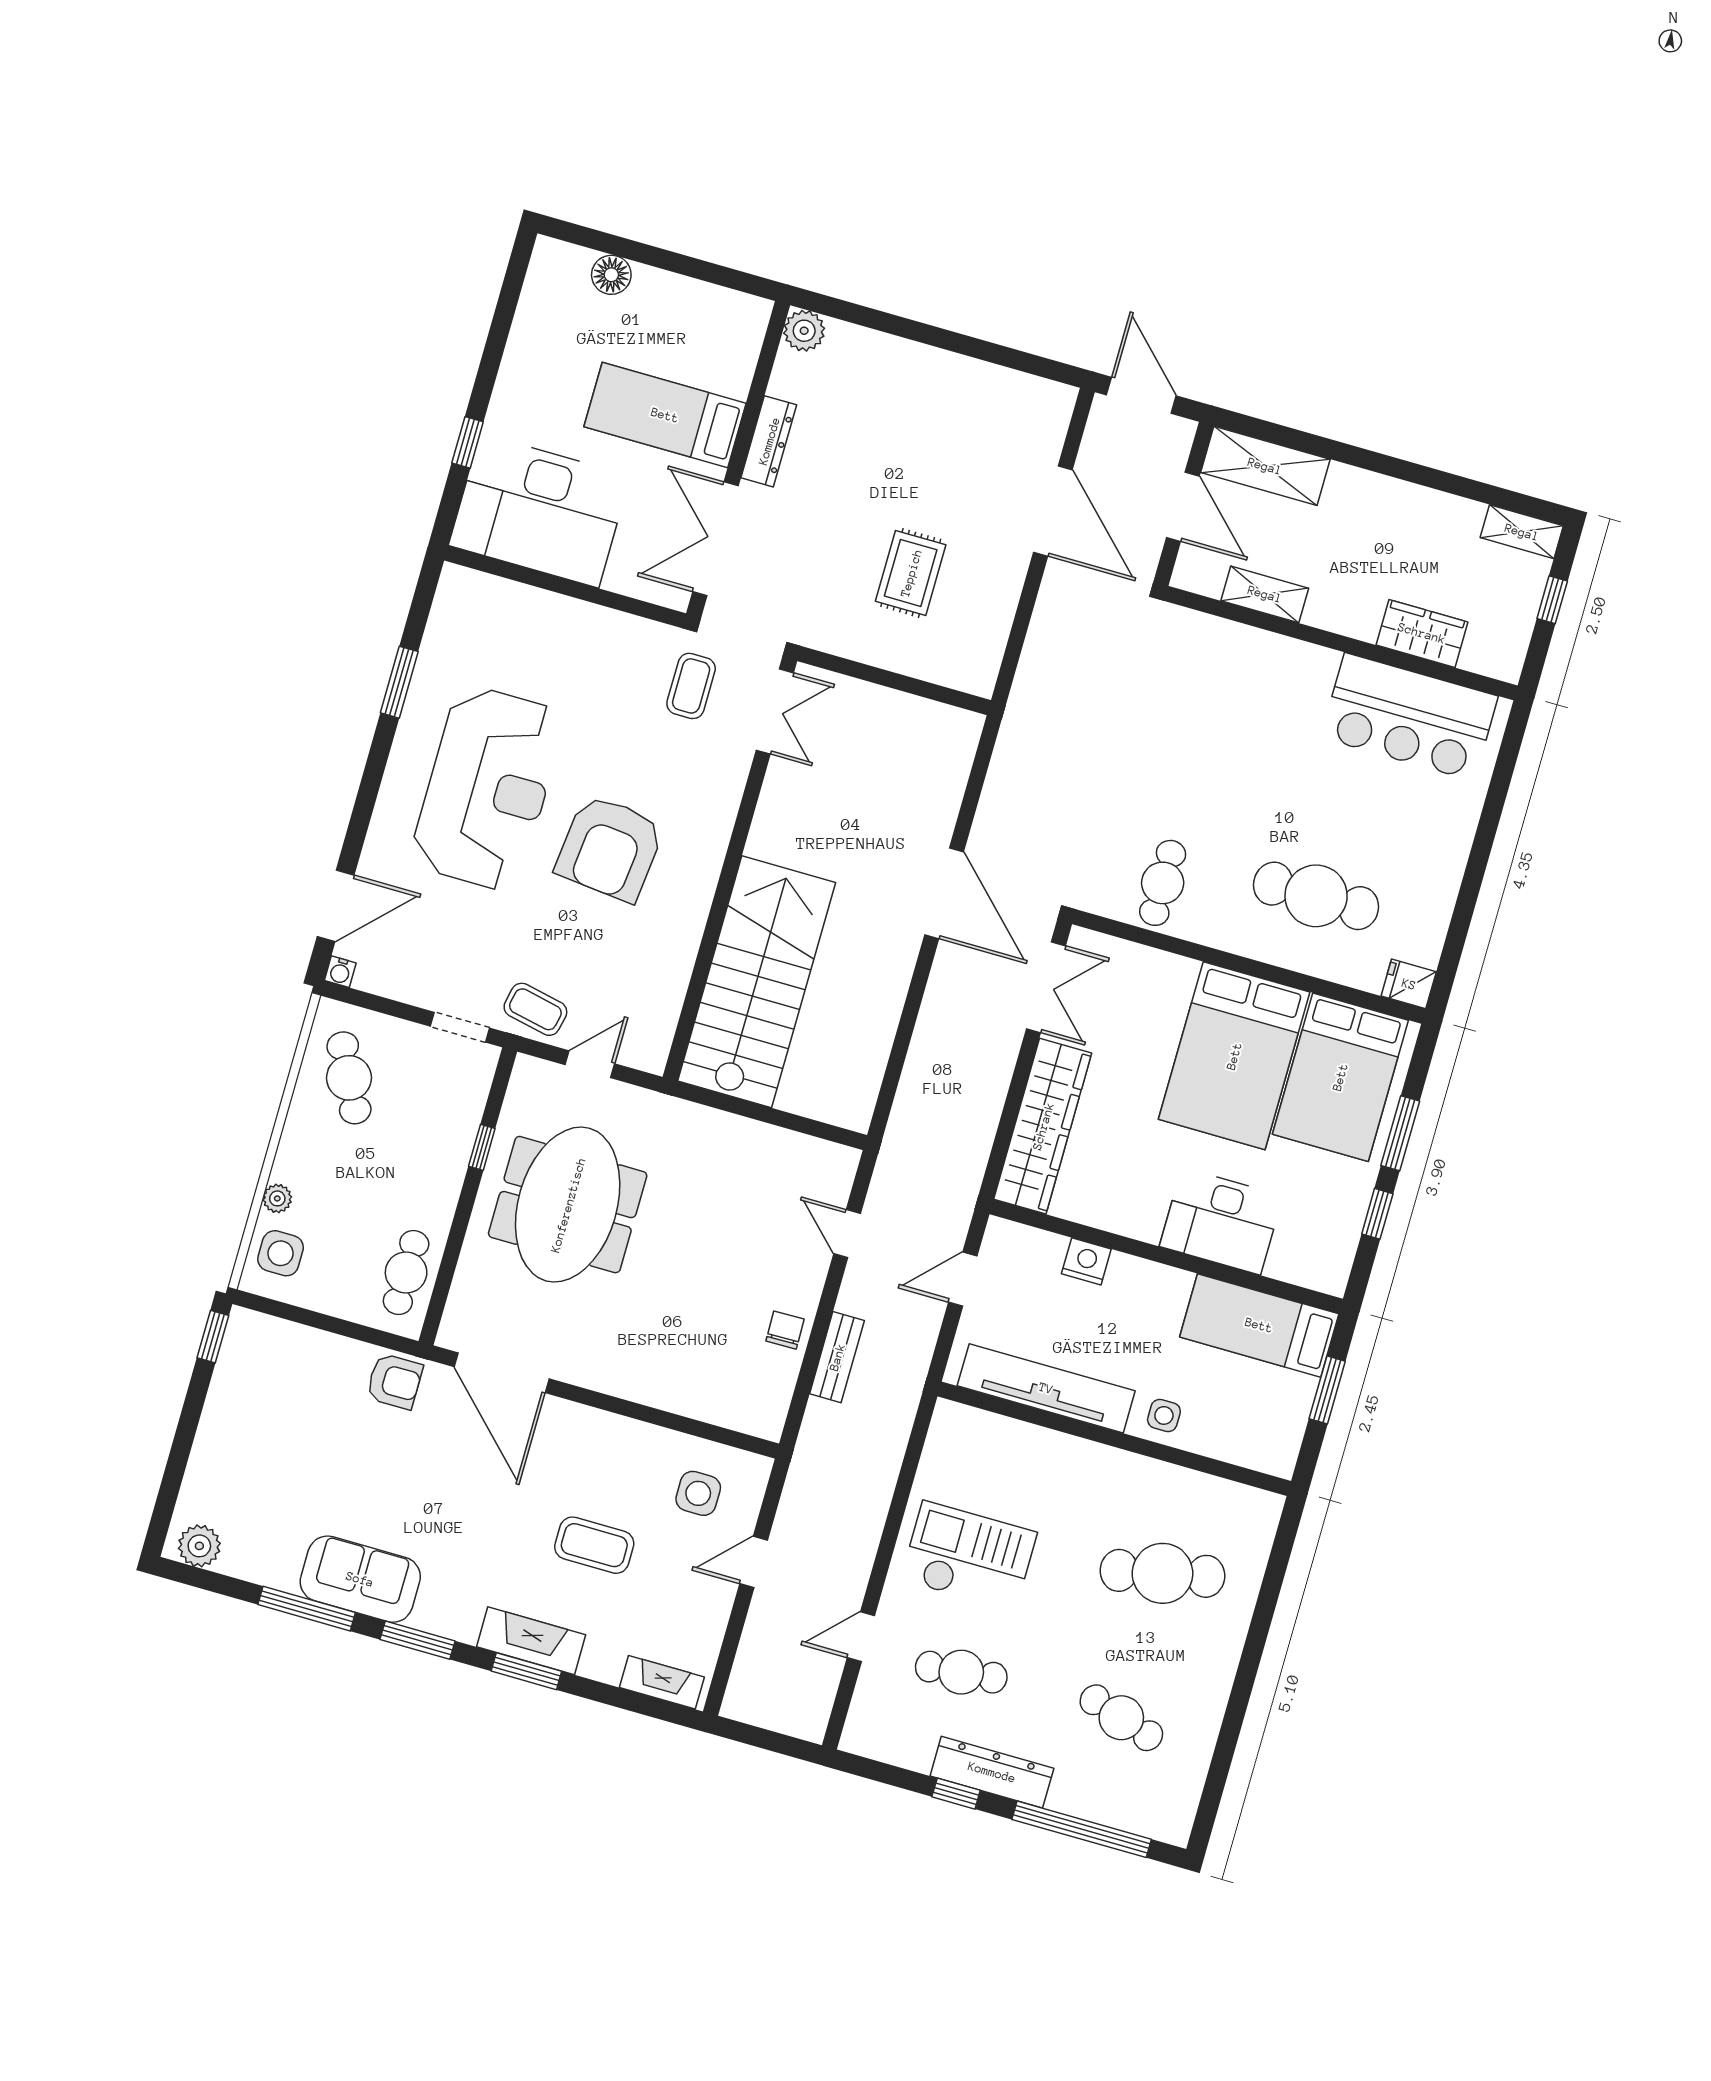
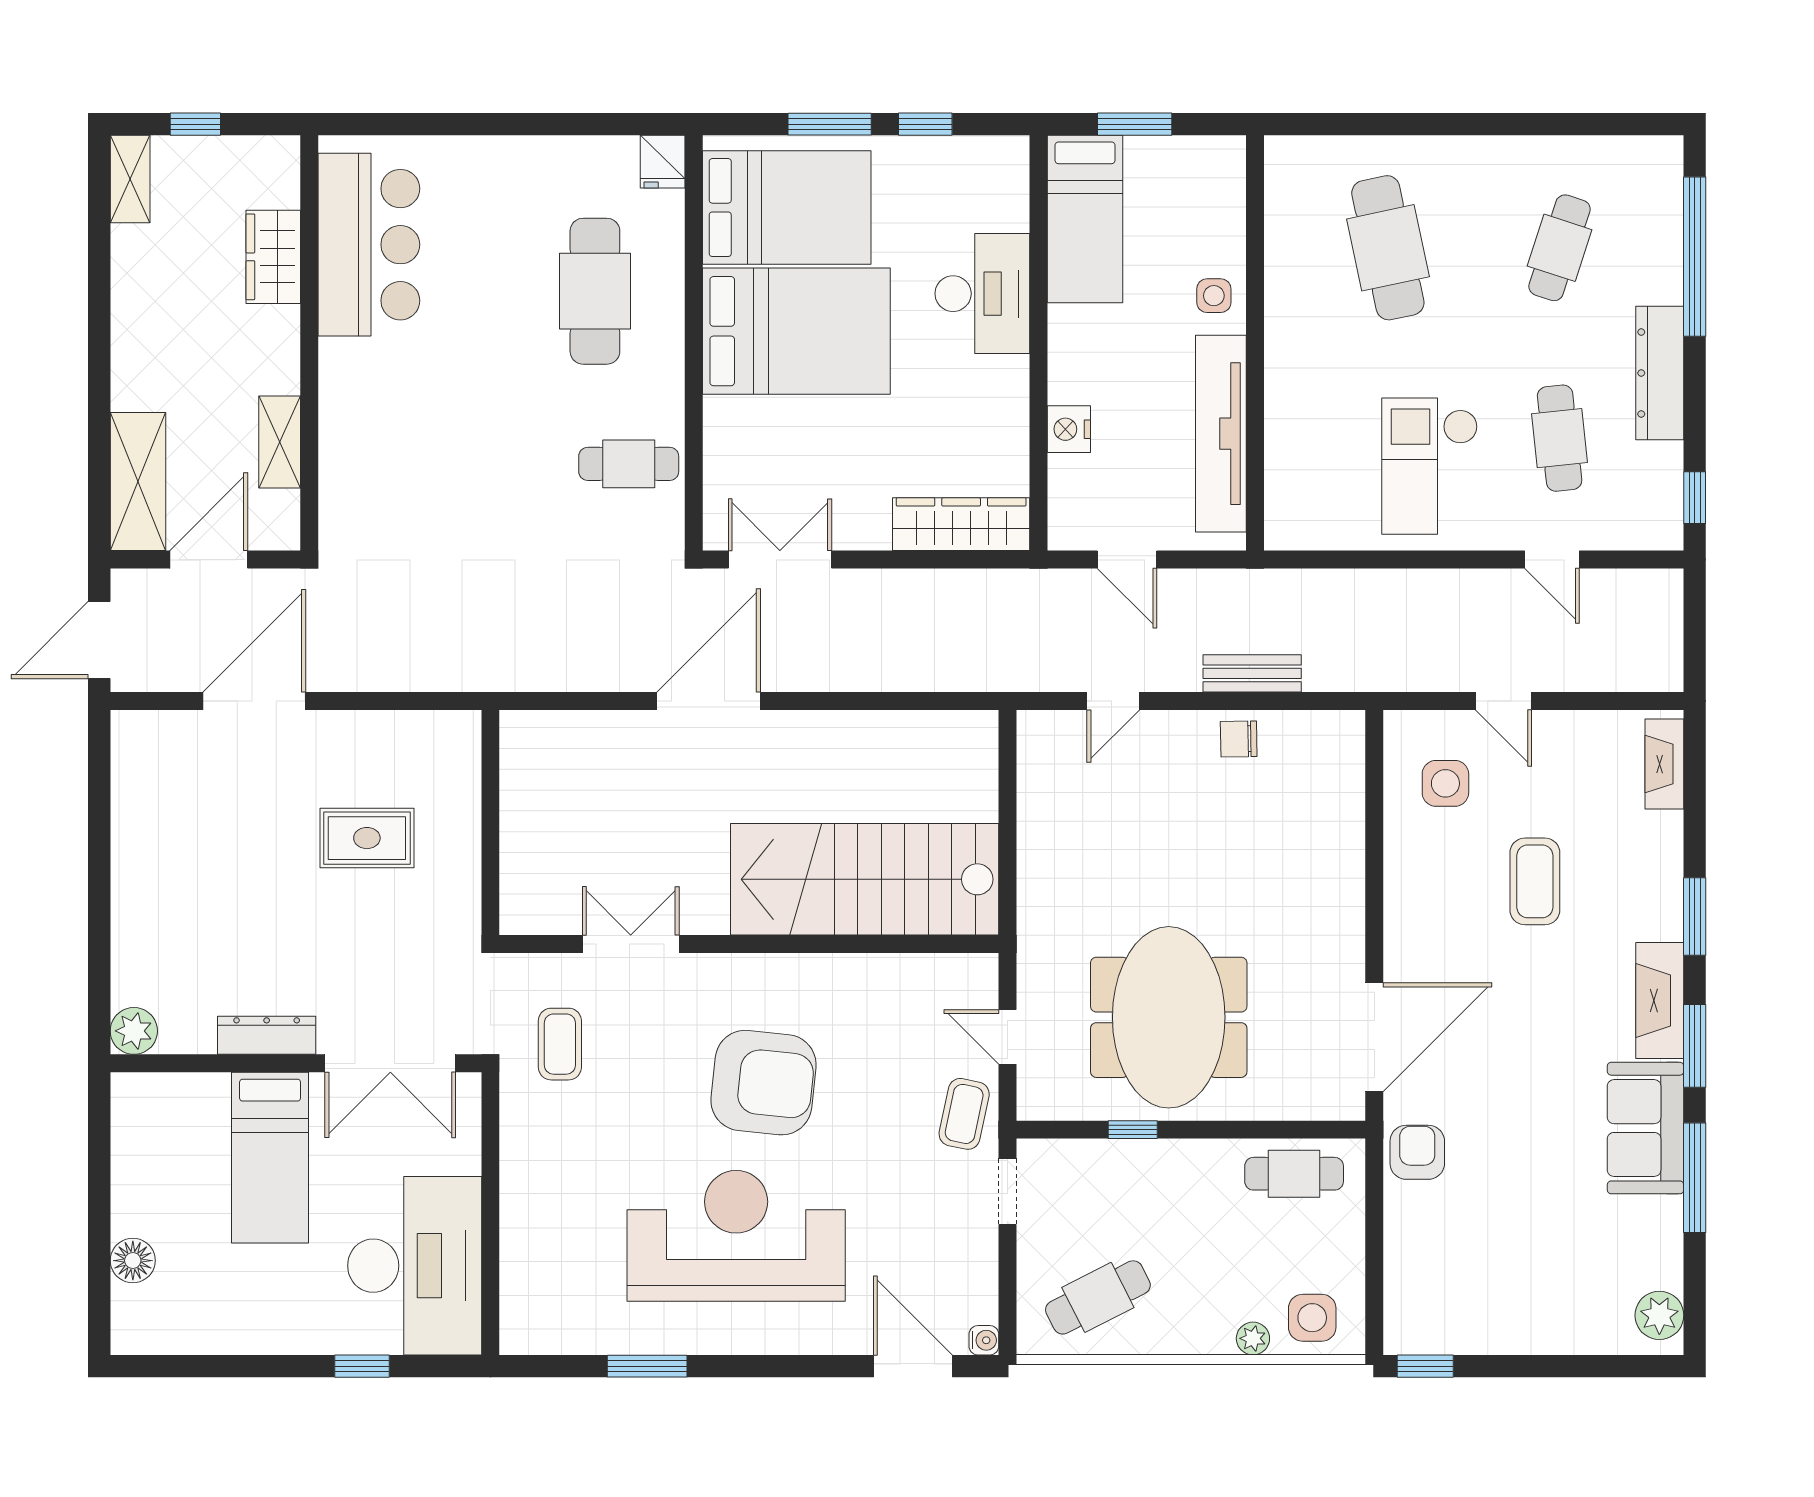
coffee table: (691, 686) -> (560, 1044), turned 90
double door: (775, 711) -> (631, 944), moved
wardrobe: (1043, 1126) -> (961, 524), width x0.71, depth x0.85
meeting table: (568, 1205) -> (1169, 1017), turned 90
fireplace: (531, 1641) -> (1660, 1000), moved
window: (956, 1794) -> (1695, 498), moved

